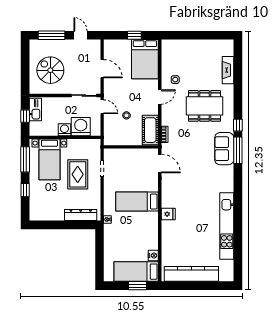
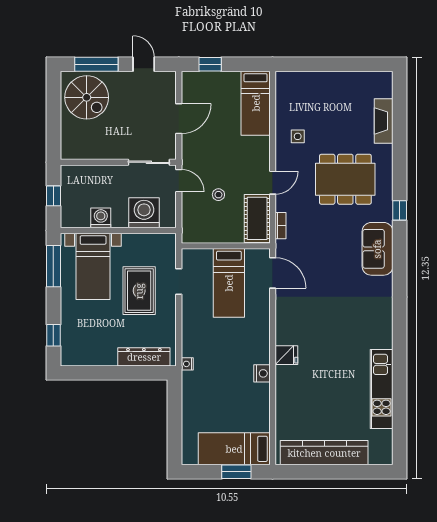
window: (134, 35) -> (210, 64), moved
bed: (145, 59) -> (256, 103), width x0.67
door: (102, 69) -> (179, 119), hinge flipped
spiral stairs: (50, 70) -> (87, 97), moved, turned 180
door: (160, 97) -> (273, 183), moved
kitchen sink: (35, 110) -> (70, 185), removed
washing machine: (64, 130) -> (101, 218), moved
window: (238, 150) -> (400, 251), removed
window: (25, 190) -> (53, 335), moved
bed: (137, 202) -> (229, 283), moved, turned -90
kitchen unit: (227, 226) -> (382, 389), width x0.73
nightstand: (153, 255) -> (262, 373), moved

